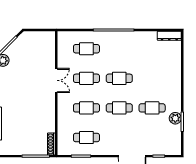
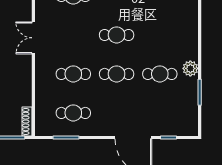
cafe table: (86, 78) -> (73, 35), removed
double door: (56, 80) -> (33, 38), swing flipped
plant: (175, 118) -> (190, 68), moved

